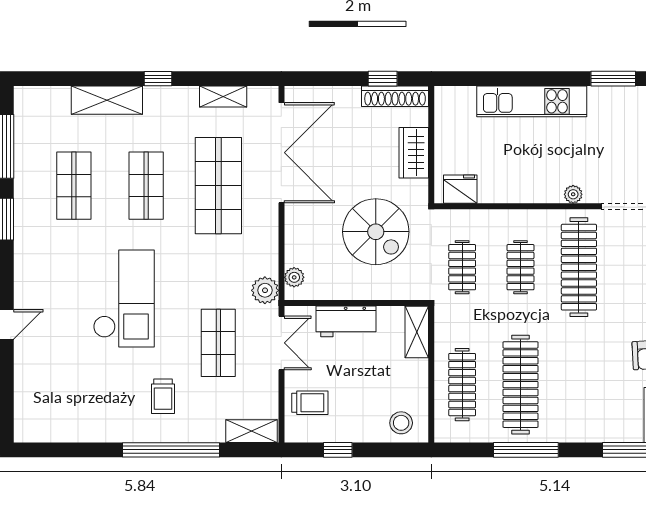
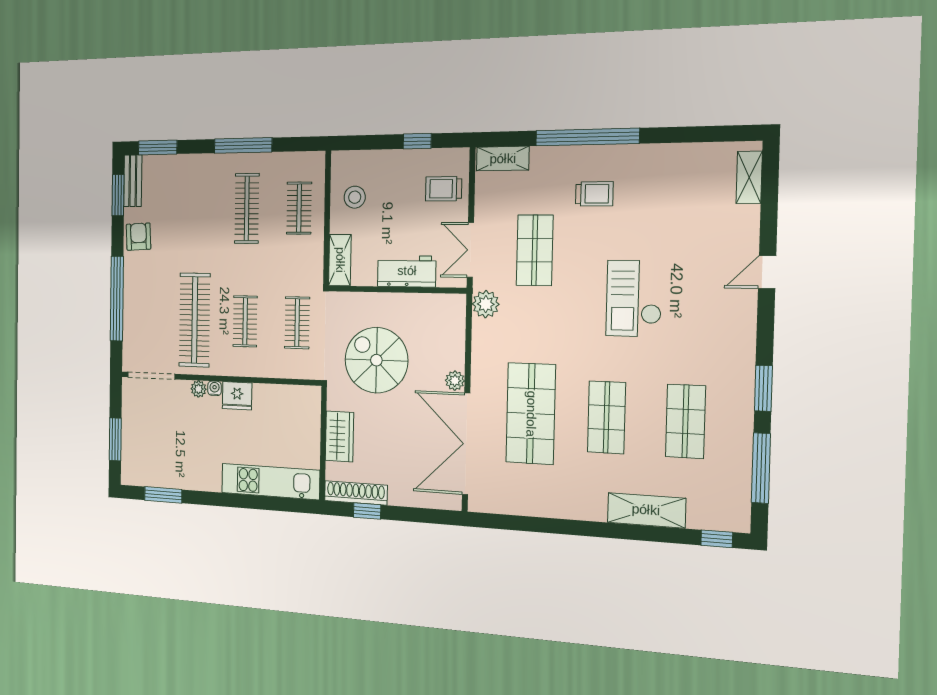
window: (158, 79) -> (717, 539), moved
shelving: (223, 97) -> (749, 177), moved, turned 90
kitchen unit: (532, 101) -> (270, 482), moved
fridge: (460, 189) -> (237, 396), moved
water cooler: (554, 196) -> (215, 388), added
plant: (294, 277) -> (455, 381), moved
checkout: (124, 298) -> (634, 298), width x0.73, depth x0.83
clothes rail: (462, 385) -> (299, 208), width x0.73
clothes rail: (521, 385) -> (247, 208), width x0.73, depth x0.76
trolley: (163, 396) -> (594, 194), turned 90
stool: (401, 423) -> (355, 197), moved

